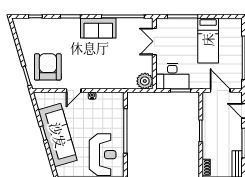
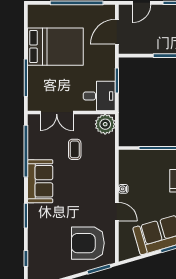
bed: (208, 40) -> (55, 47), width x1.50
coffee table: (124, 56) -> (75, 149), added
desk: (172, 76) -> (99, 96), width x0.73

